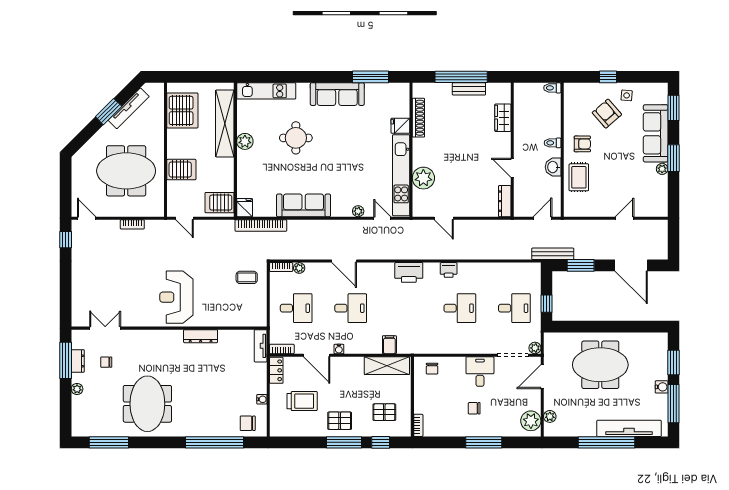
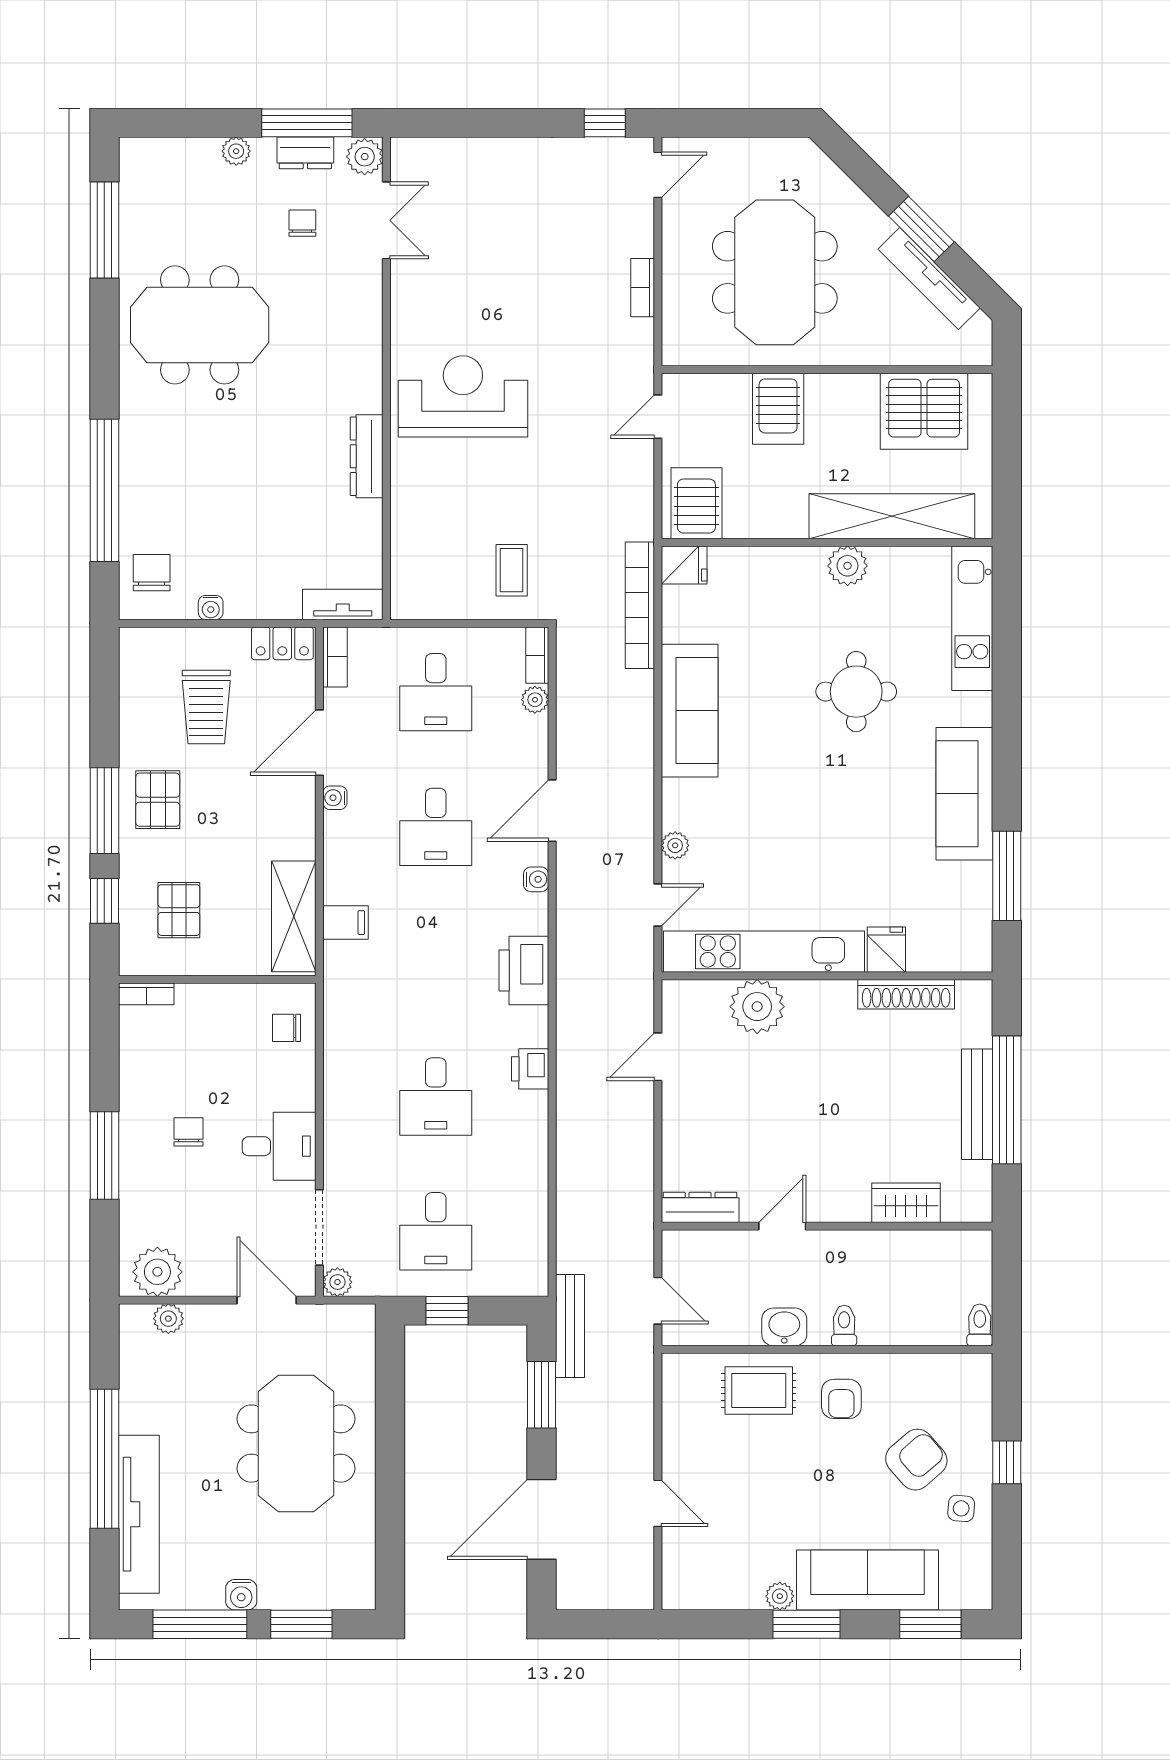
bench: (469, 89) -> (977, 1104), width x1.36
water cooler: (372, 268) -> (536, 879), added
plant: (79, 337) -> (365, 157), added

